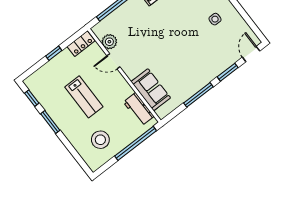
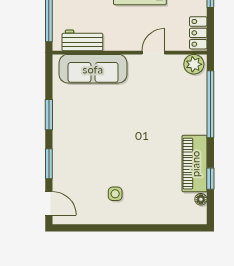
plant: (109, 42) -> (194, 64), moved
sofa: (151, 90) -> (93, 69), width x1.36
window: (198, 95) -> (49, 115), width x0.69

